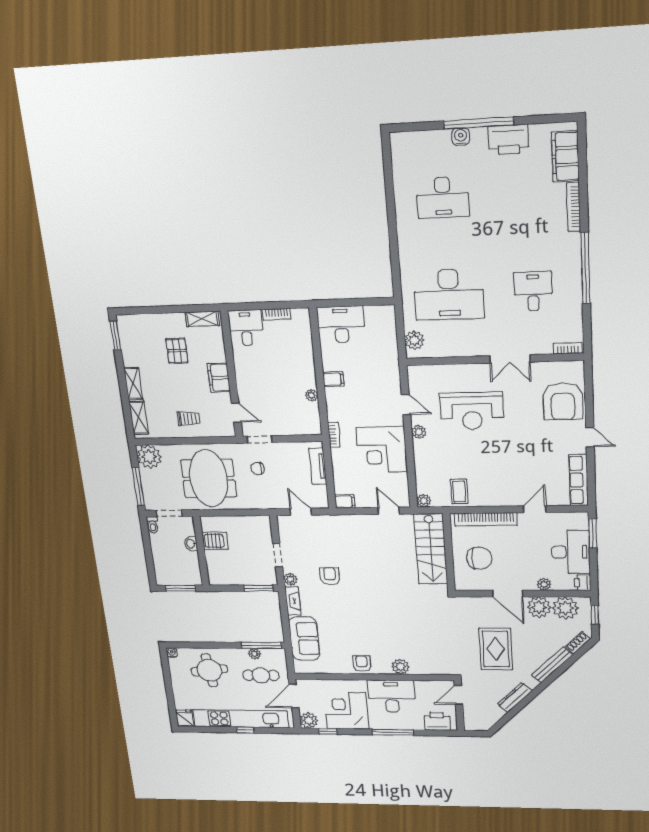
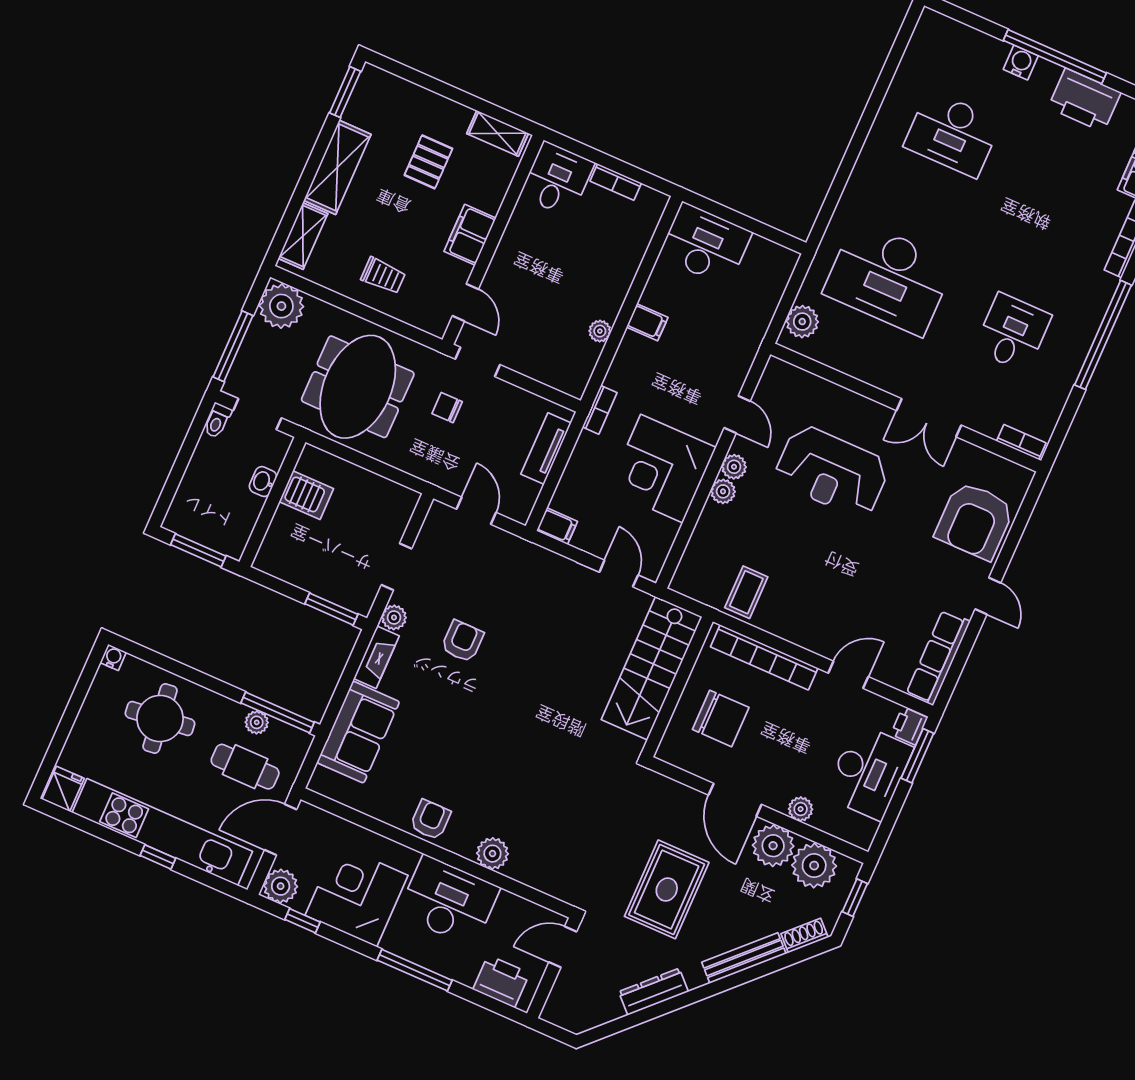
shelving: (133, 384) -> (337, 167), width x1.50, depth x1.33
plant: (424, 501) -> (723, 491), moved
printer: (582, 583) -> (909, 726), moved

